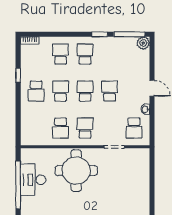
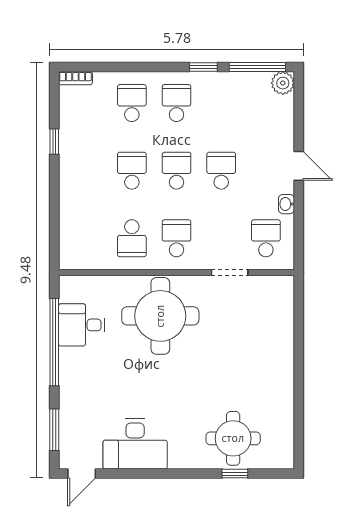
school desk: (36, 91) -> (87, 171), removed
school desk: (134, 128) -> (266, 238), turned 180
desk: (33, 180) -> (82, 325), width x0.73

